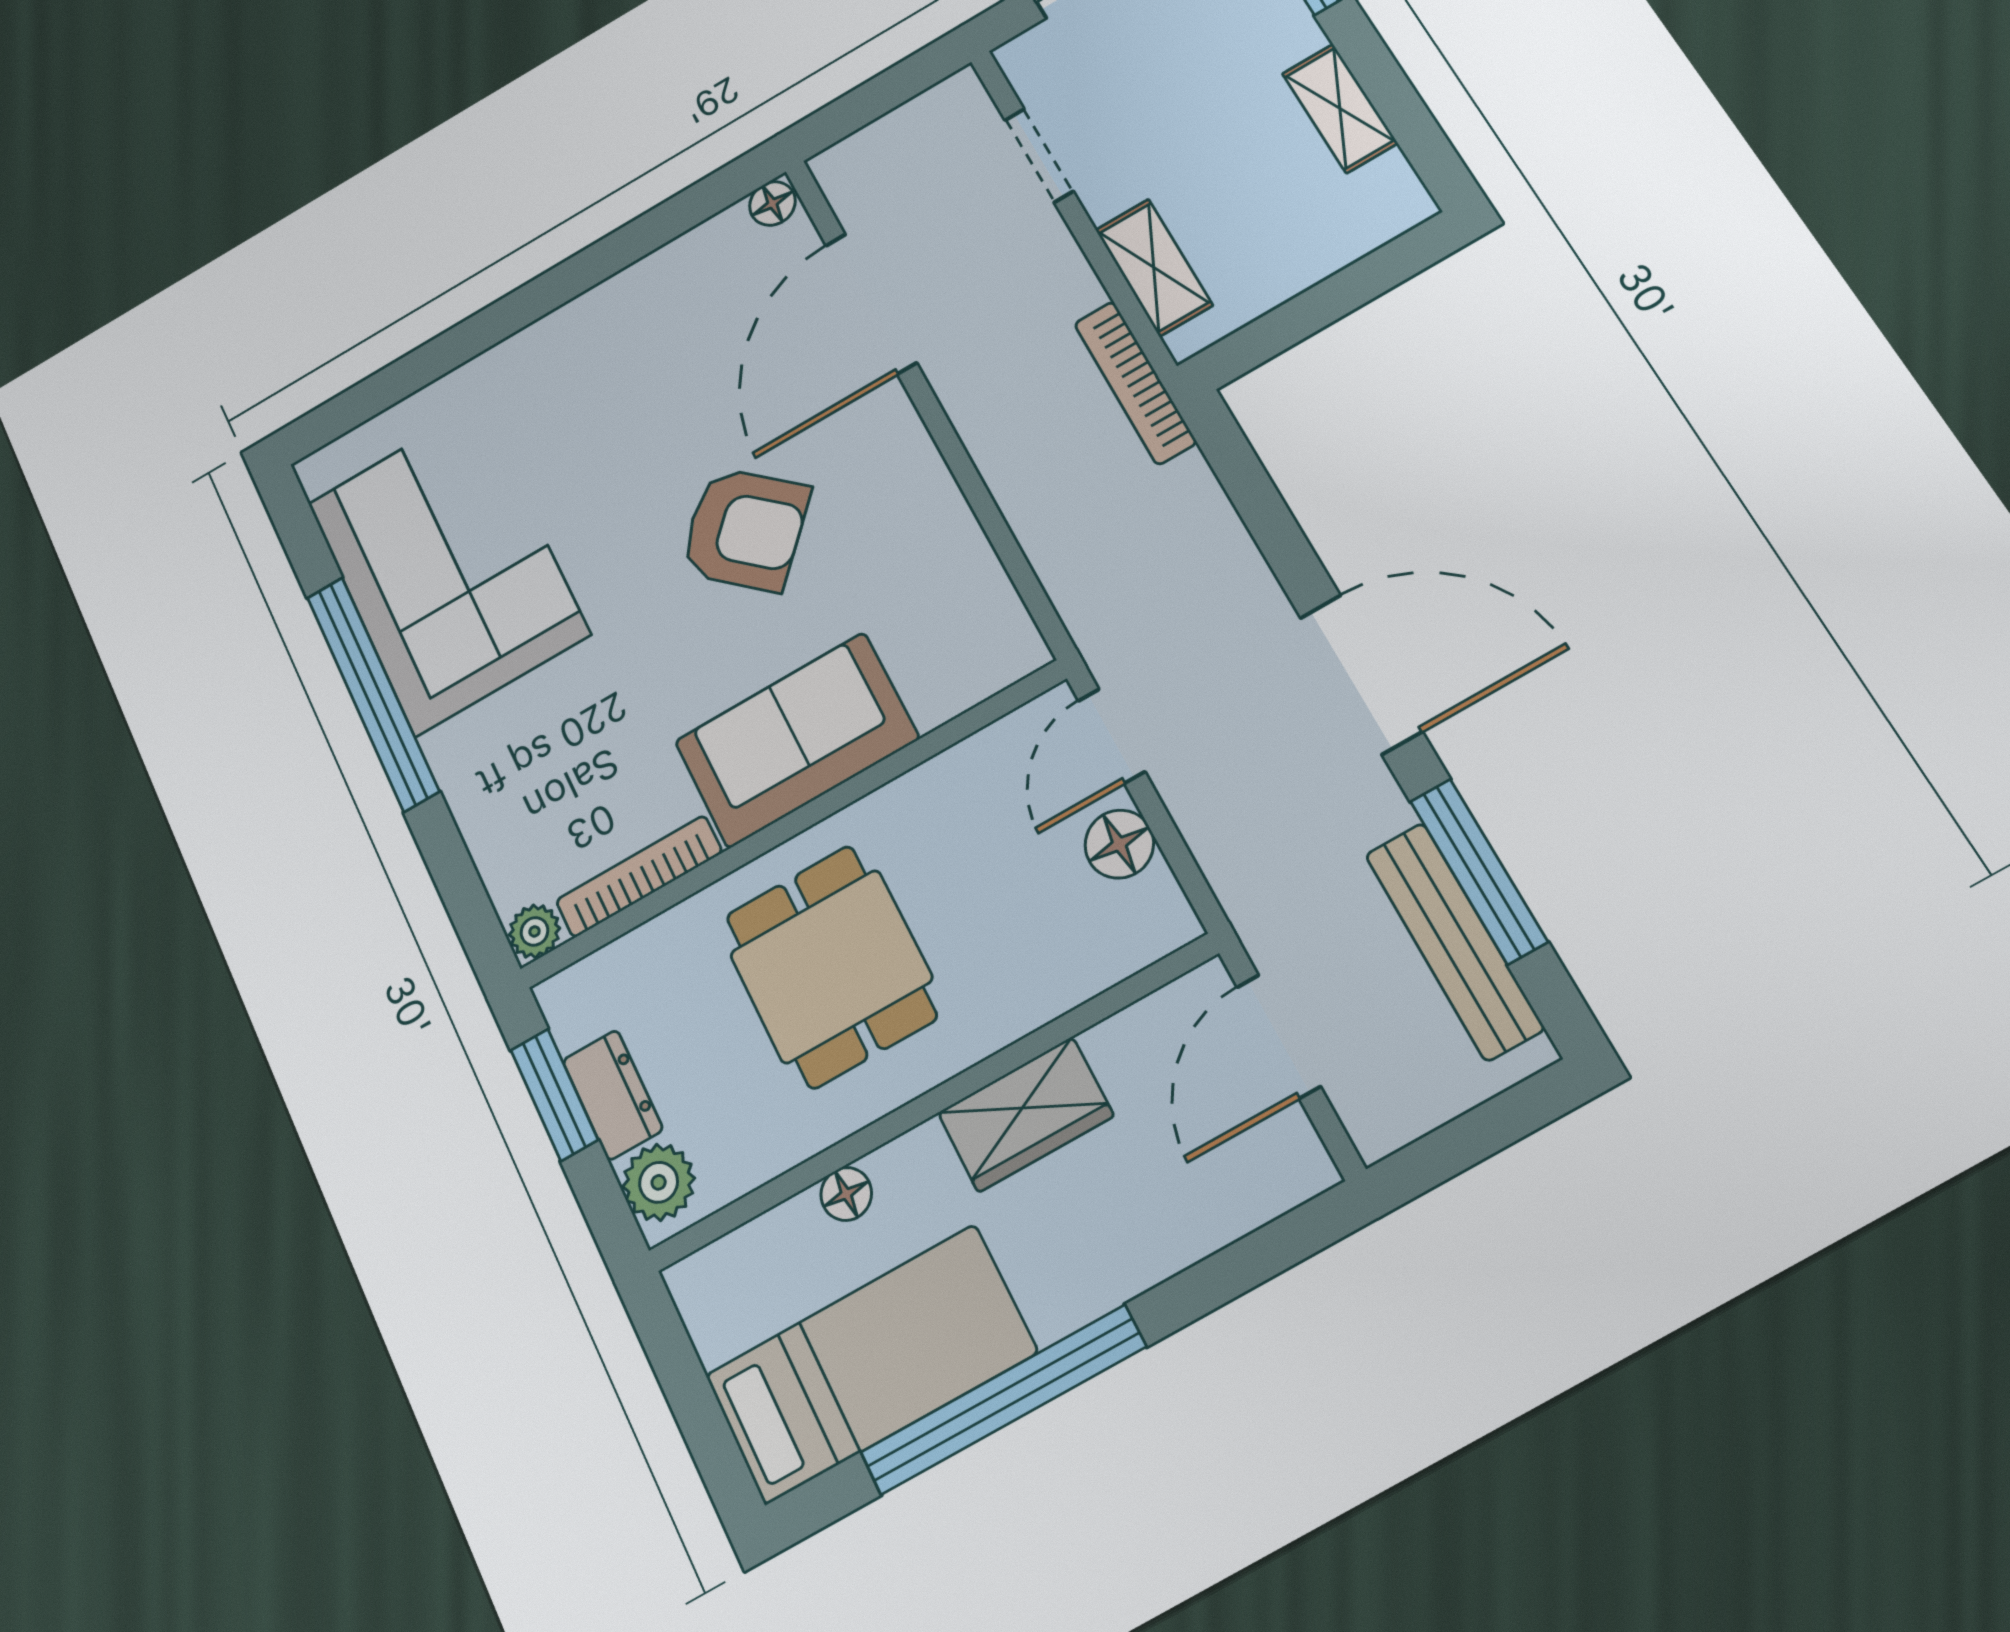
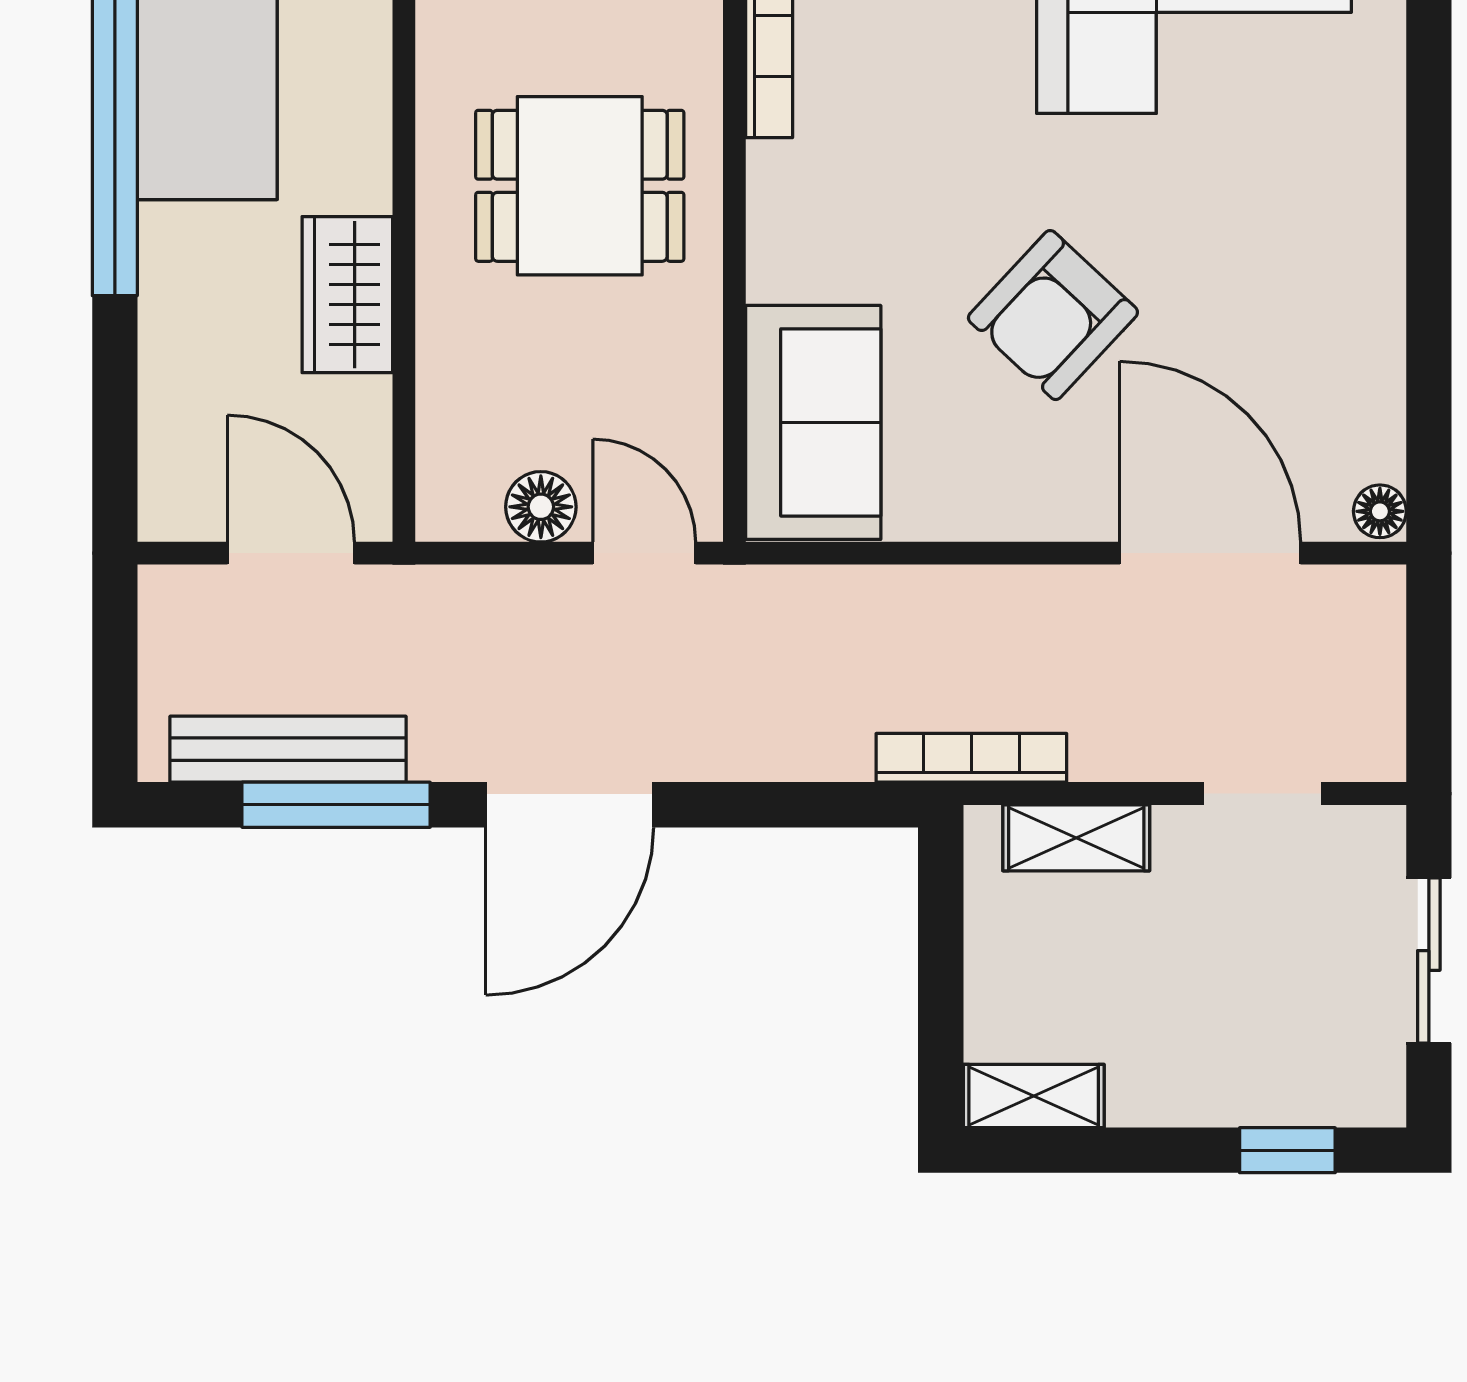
shelving: (1340, 108) -> (1034, 1096), moved
sofa: (796, 740) -> (813, 422), moved
floor lamp: (846, 1194) -> (366, 97), removed

